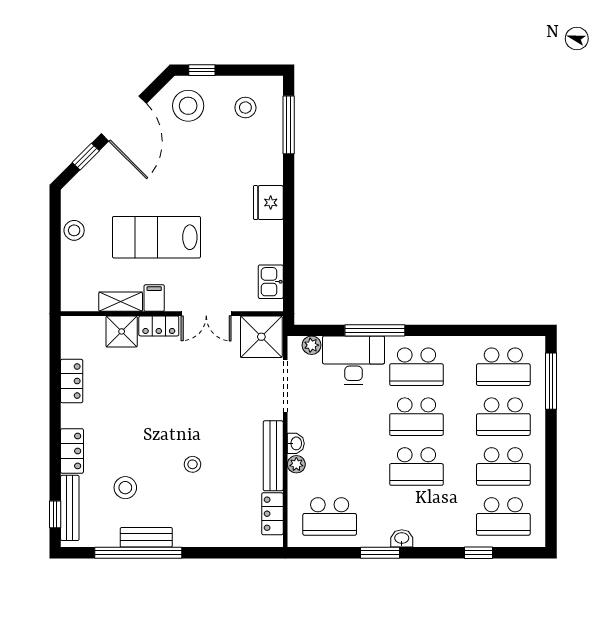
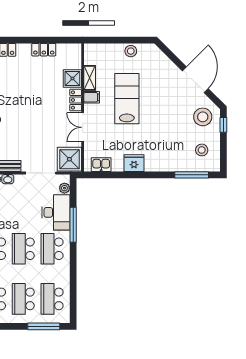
door: (124, 119) -> (195, 80), swing flipped
window: (86, 157) -> (173, 58), removed
fridge: (268, 203) -> (134, 163), moved

